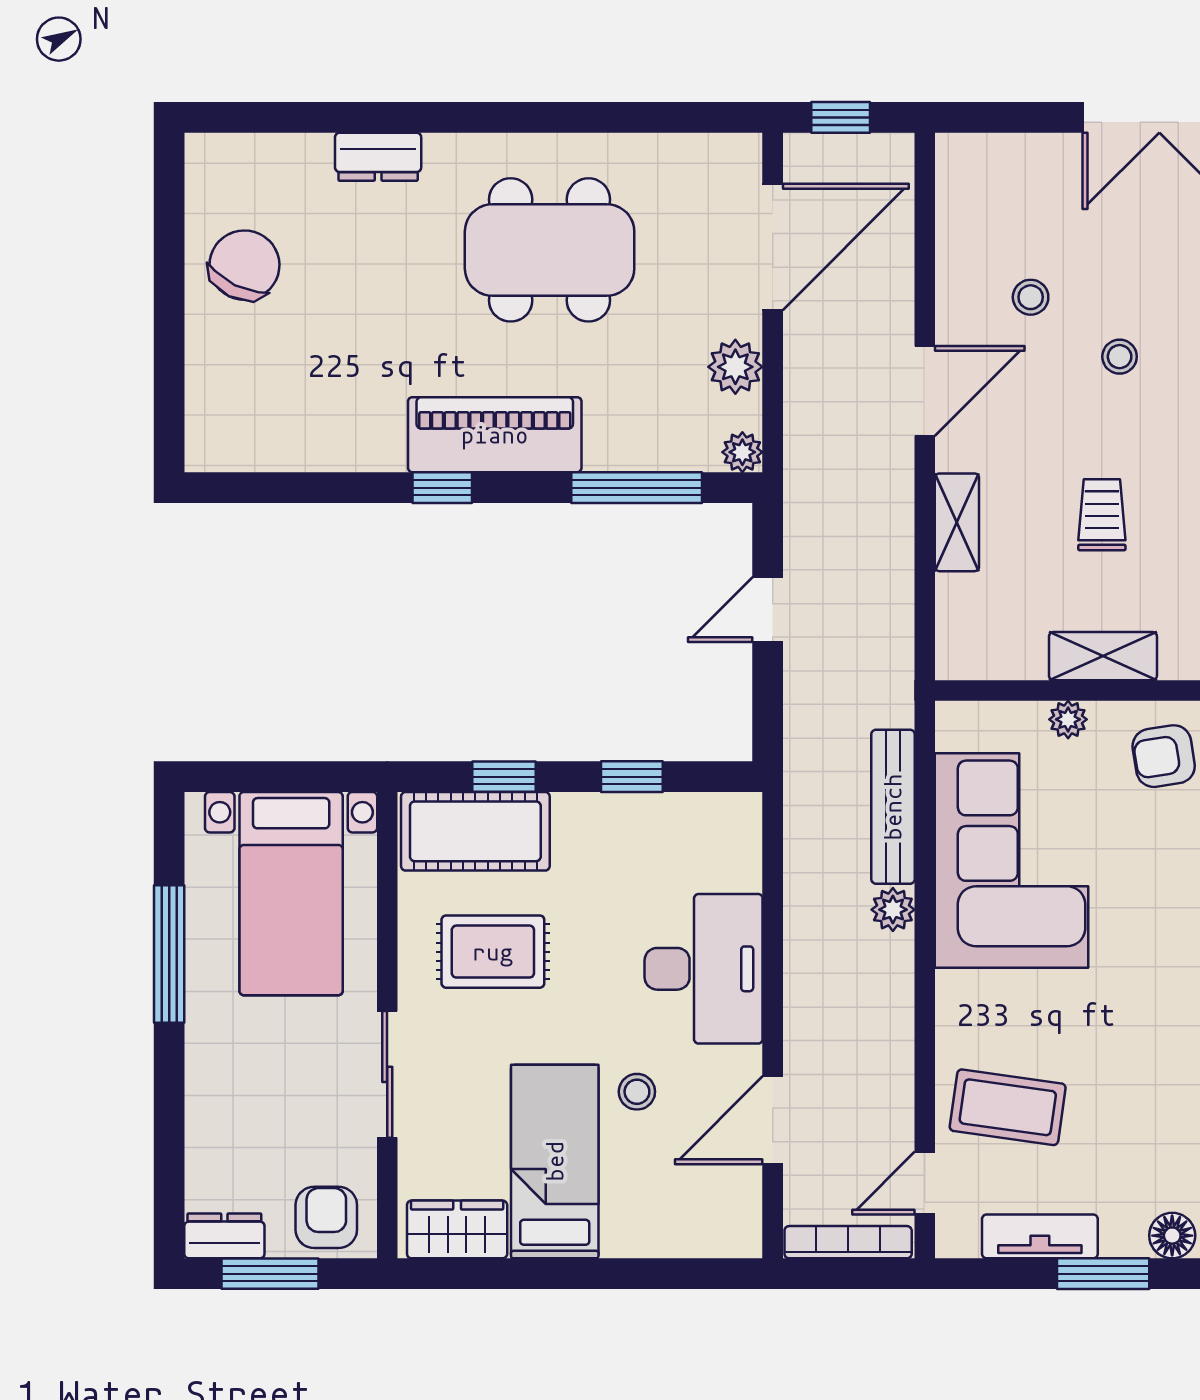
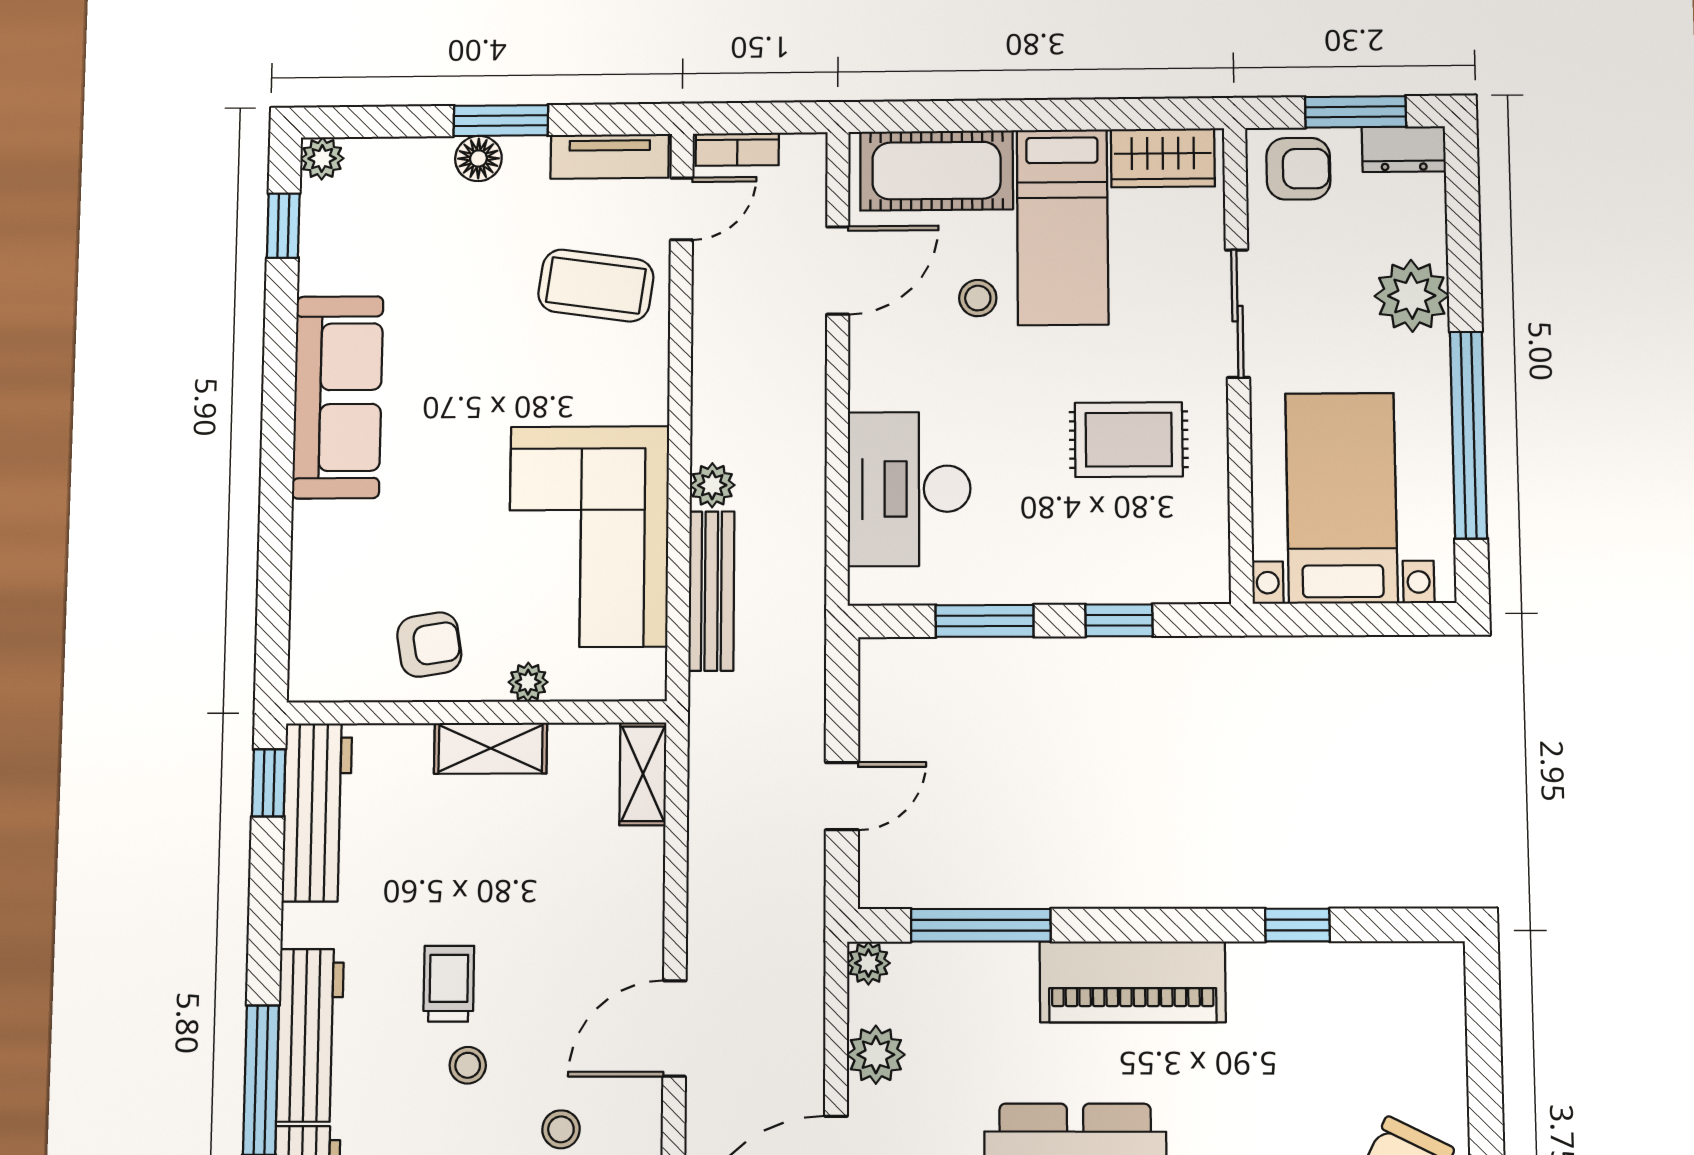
window: (442, 488) -> (1297, 925), moved
trolley: (1102, 515) -> (449, 984), moved, turned 180
shelving: (957, 522) -> (643, 774), moved
window: (632, 777) -> (985, 621), width x1.50
cot: (475, 831) -> (937, 171), moved
window: (169, 954) -> (1469, 435), width x1.46
desk: (704, 969) -> (909, 489), moved
plant: (220, 1091) -> (1412, 296), added
armchair: (326, 1217) -> (1298, 169), turned -90
tv unit: (1040, 1236) -> (610, 156), moved
floor lamp: (1172, 1236) -> (478, 158), moved
bookcase: (848, 1242) -> (737, 149), width x0.64

